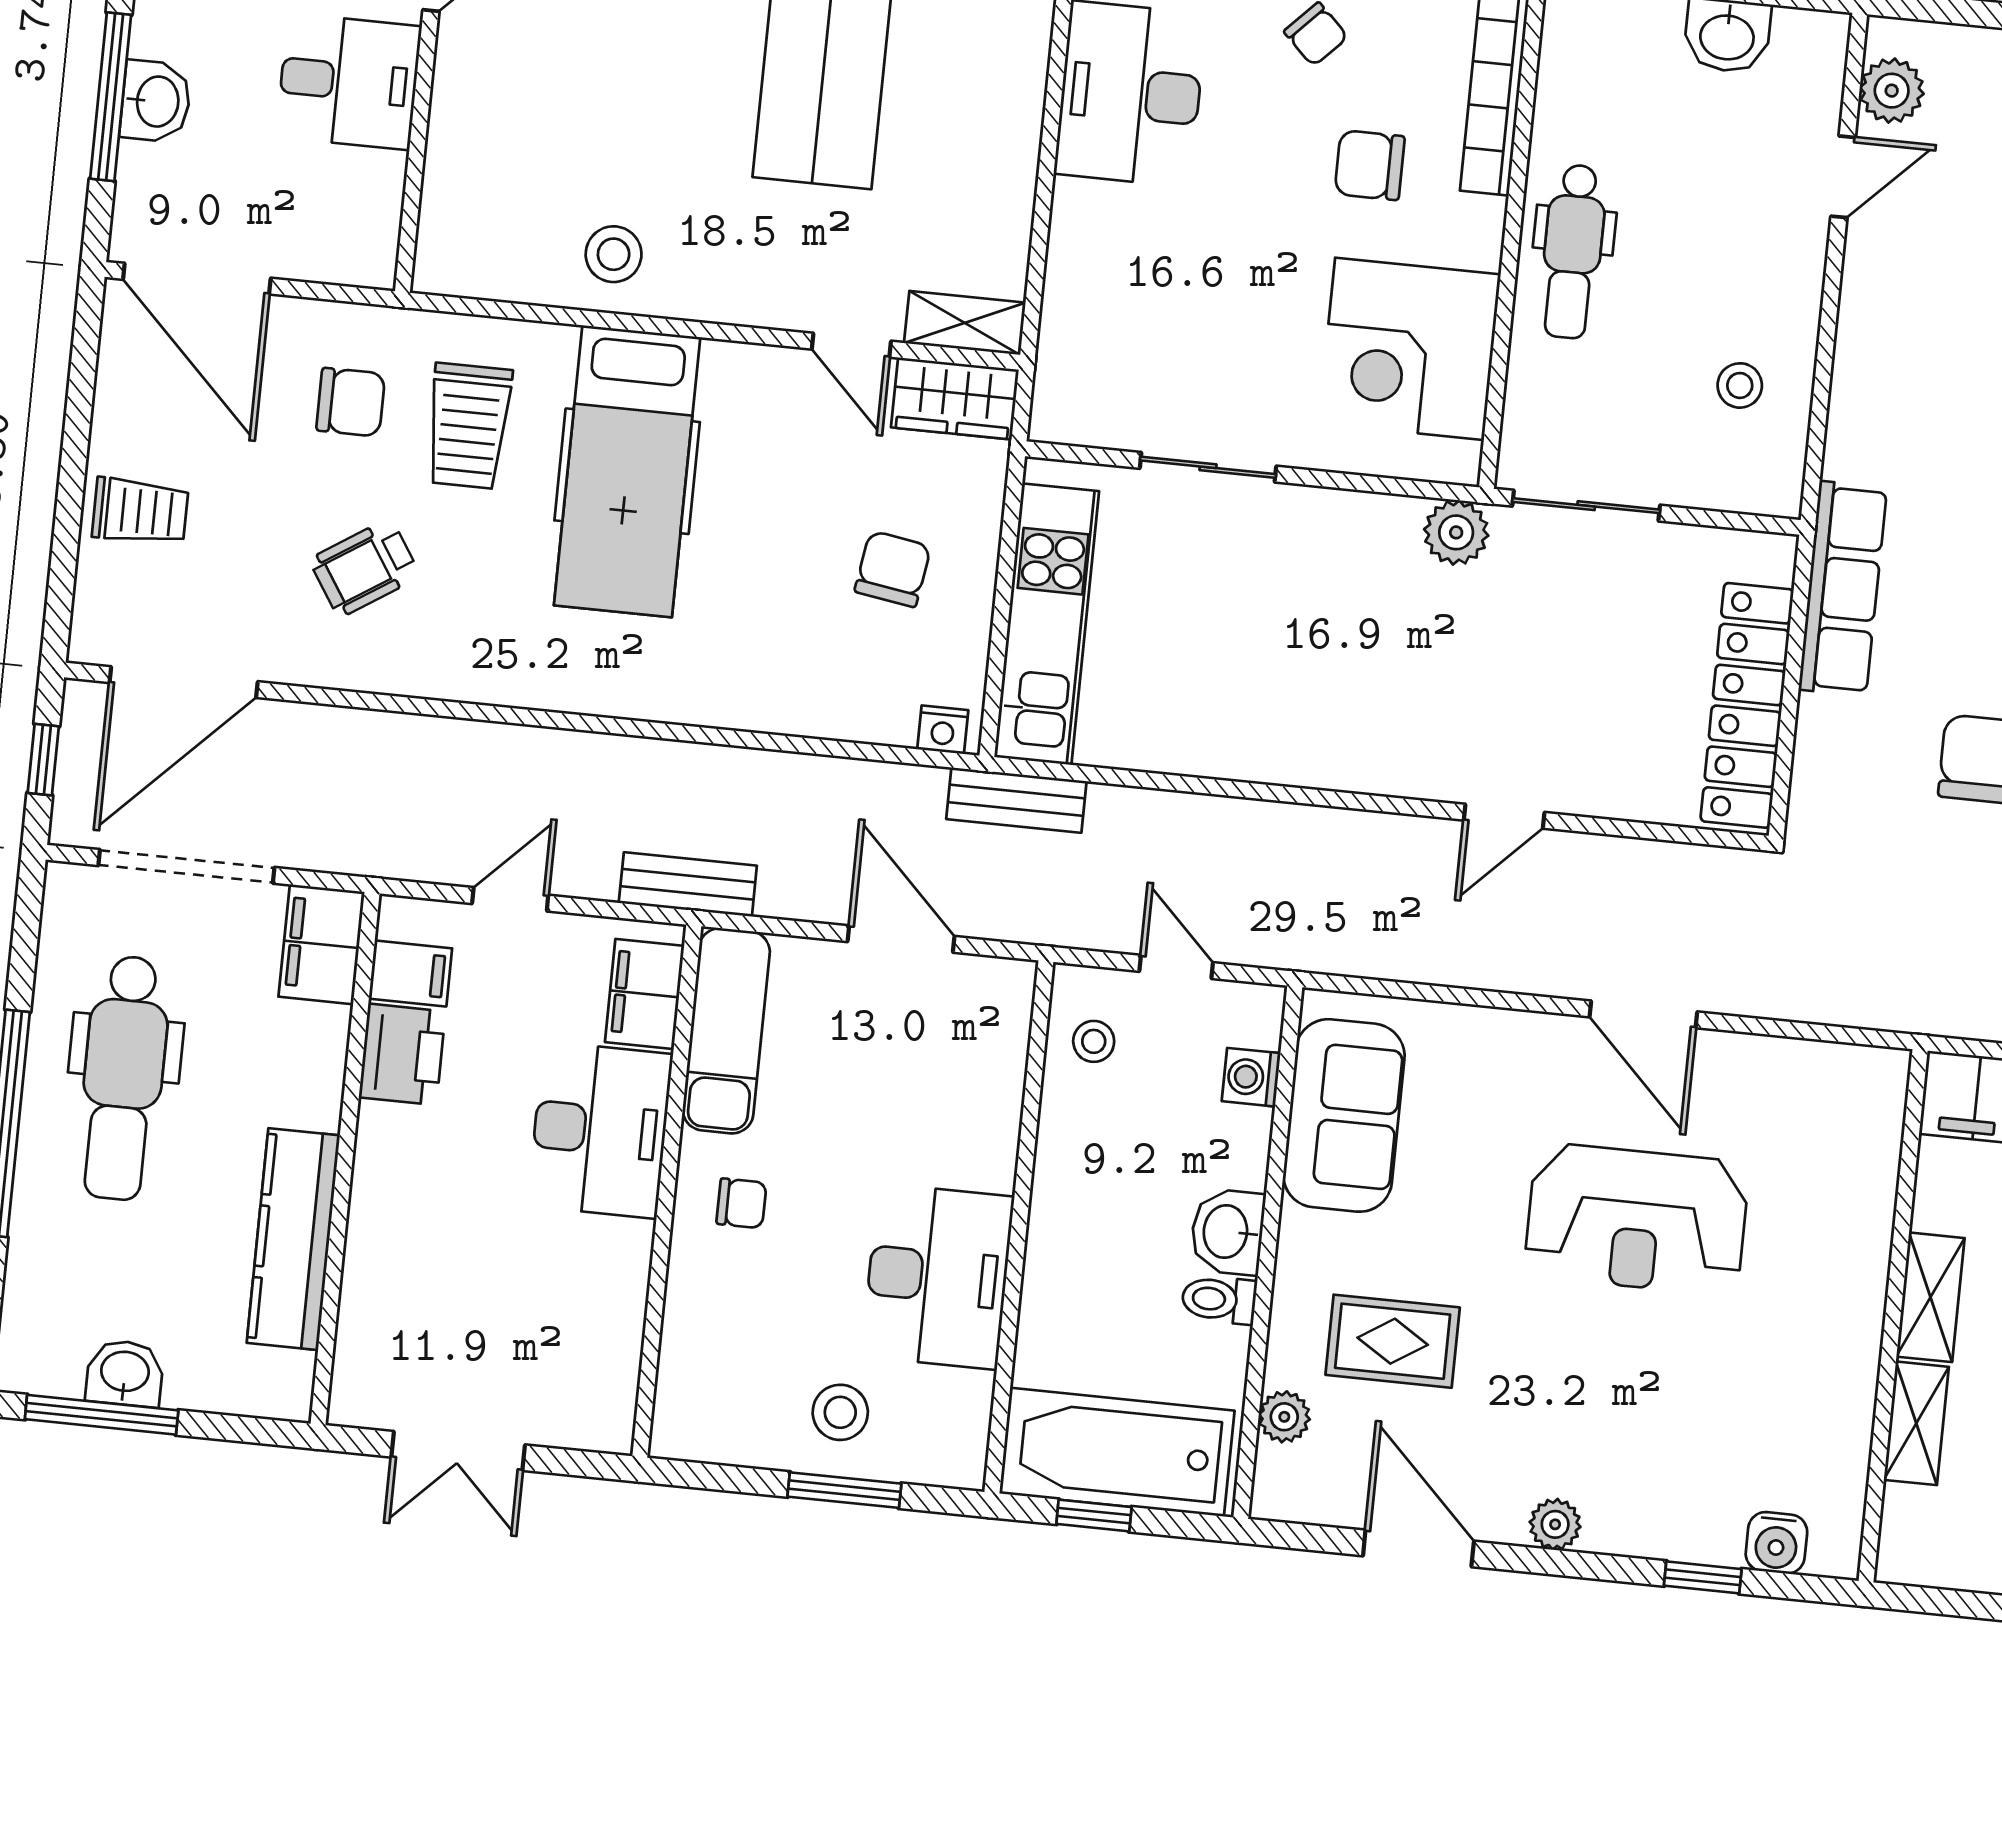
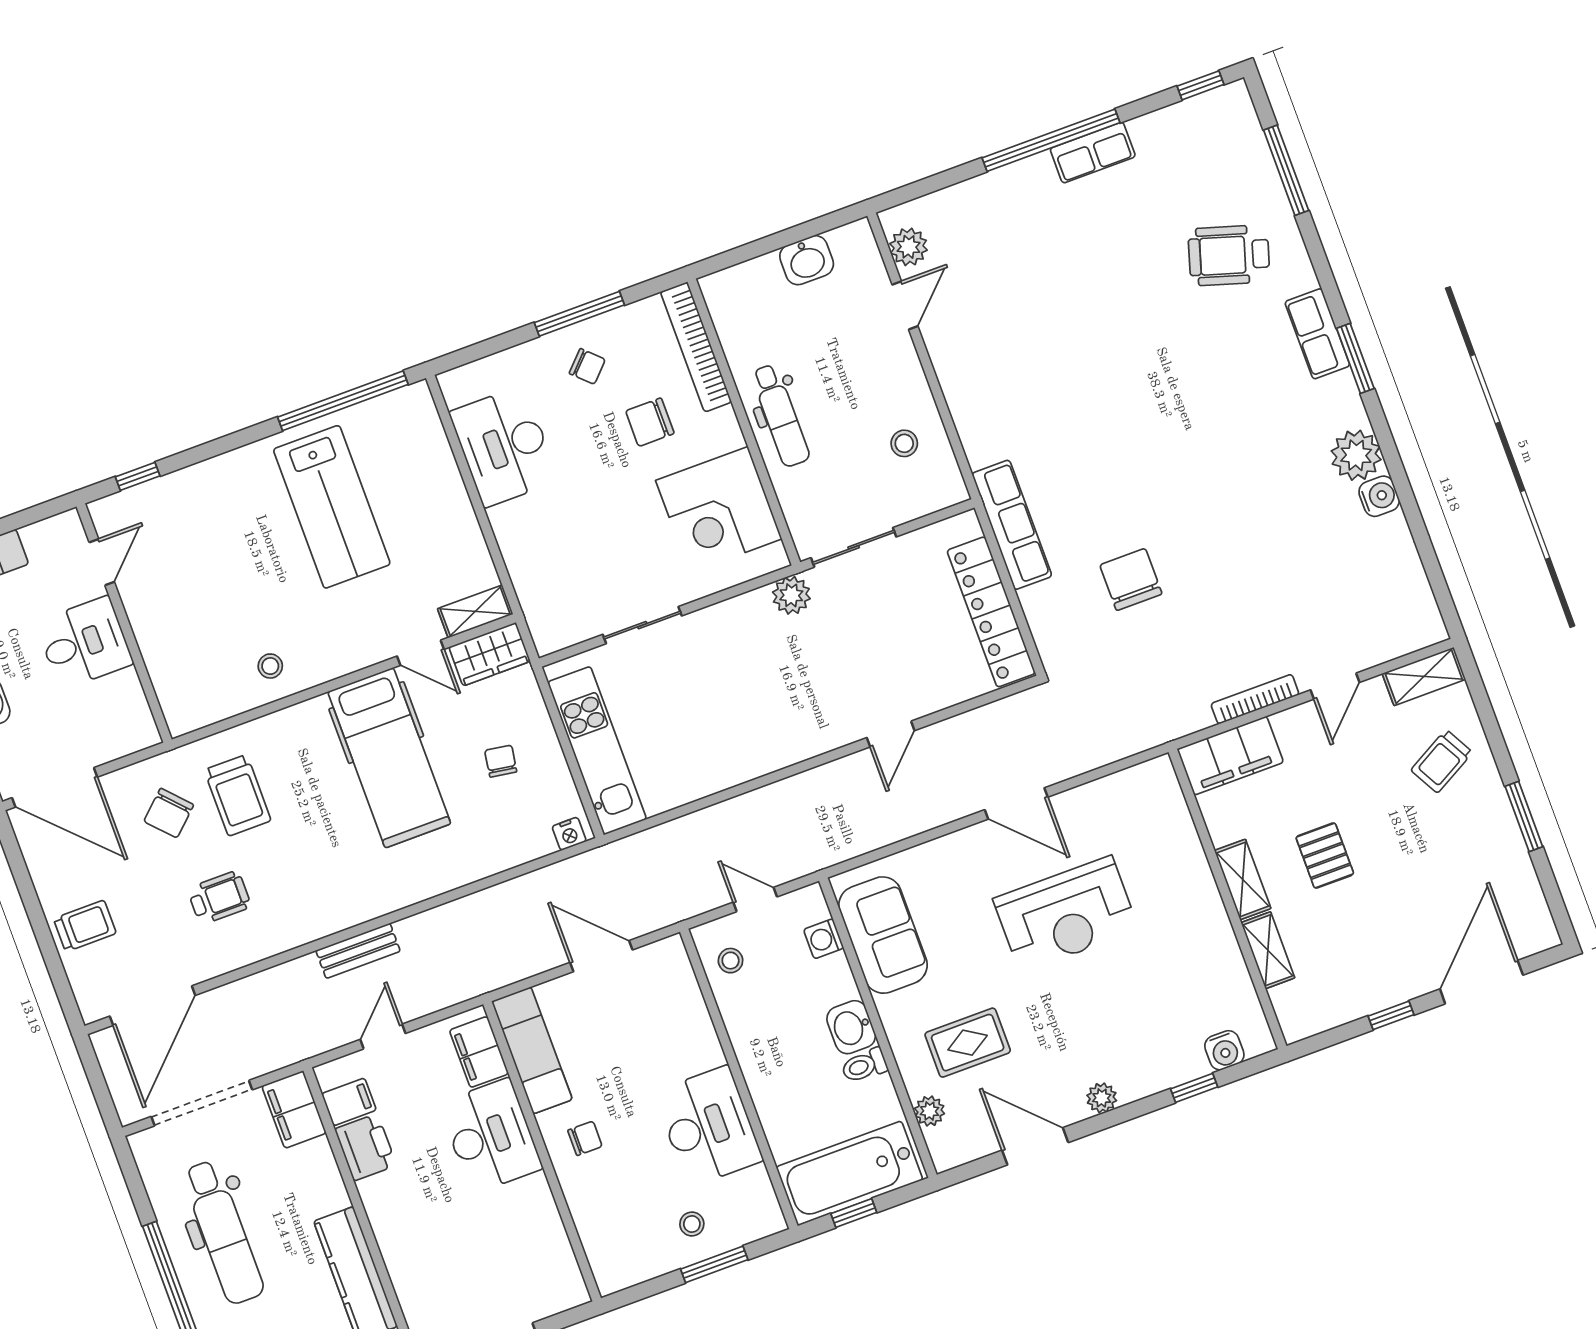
stool: (614, 254) -> (270, 666), width x0.73, depth x0.73
chair: (351, 402) -> (169, 813), turned 137
hospital bed: (627, 471) -> (389, 758), moved
wheelchair: (365, 568) -> (219, 898), turned -147
chair: (893, 569) -> (501, 761), width x0.73, depth x0.73
window: (43, 760) -> (98, 1083), removed
bench: (1016, 800) -> (627, 852), removed
bench: (688, 884) -> (358, 951), moved
stool: (840, 1412) -> (692, 1224), width x0.73, depth x0.73

